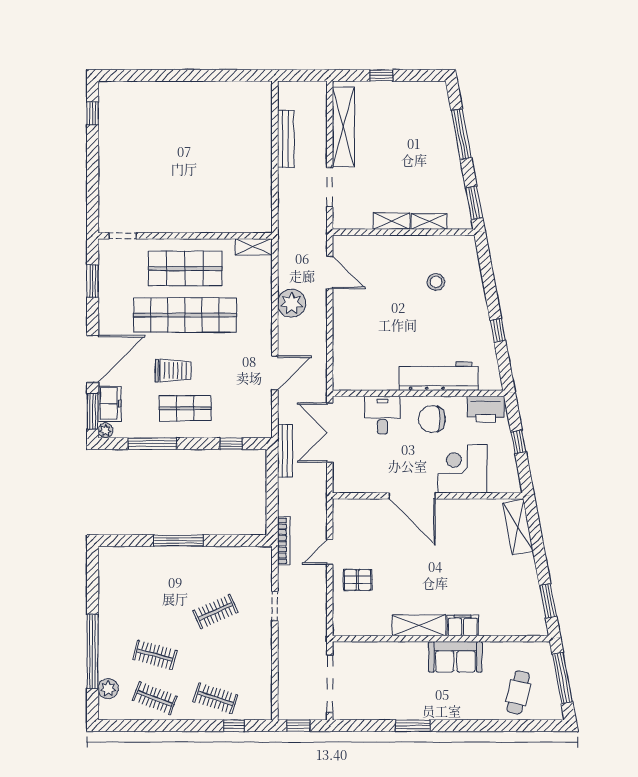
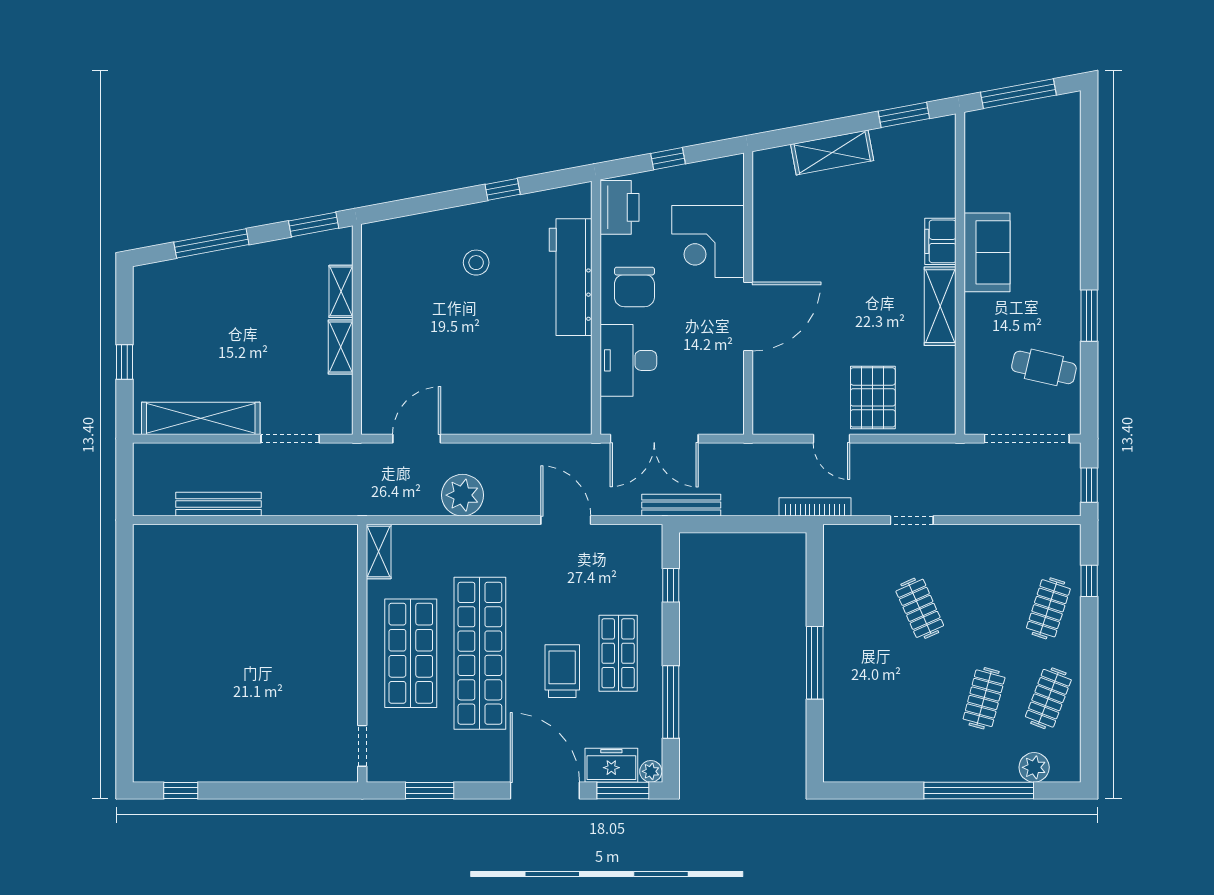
stool: (436, 282) -> (476, 263), moved
desk: (382, 415) -> (628, 360), width x1.37
shelving: (518, 527) -> (832, 152), moved
pallet: (358, 580) -> (873, 397), width x1.50, depth x1.42
cafe table: (518, 692) -> (1044, 367), moved

